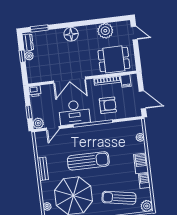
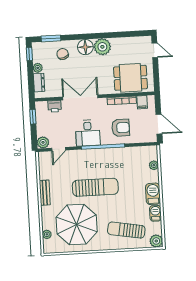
plant: (105, 31) -> (102, 47), moved
dresser: (28, 42) -> (39, 83), moved
chair: (51, 42) -> (63, 54), added
window: (22, 56) -> (29, 54), moved
double door: (69, 80) -> (80, 97), swing flipped
printer: (35, 91) -> (55, 106), moved
window: (29, 112) -> (33, 117), moved
desk: (74, 112) -> (88, 133), width x0.73

